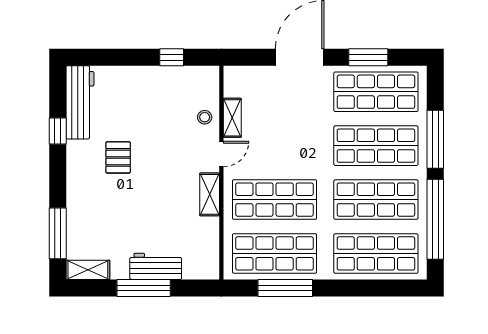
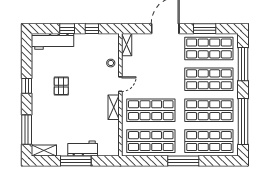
window: (129, 57) -> (67, 29), added
workbench: (80, 102) -> (52, 41), moved, turned 90
shelving: (232, 118) -> (127, 45), moved
window: (58, 131) -> (27, 86), moved
window: (435, 139) -> (243, 64), moved
window: (285, 288) -> (183, 161), moved

